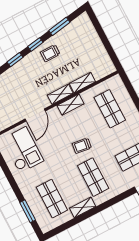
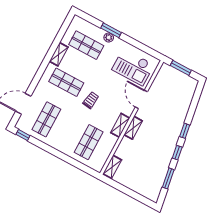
trolley: (50, 53) -> (162, 154), removed
shelving: (82, 83) -> (112, 167), moved
shop shelf: (110, 109) -> (89, 142), turned 90
plant: (27, 192) -> (109, 38), added
window: (28, 211) -> (111, 30), moved

